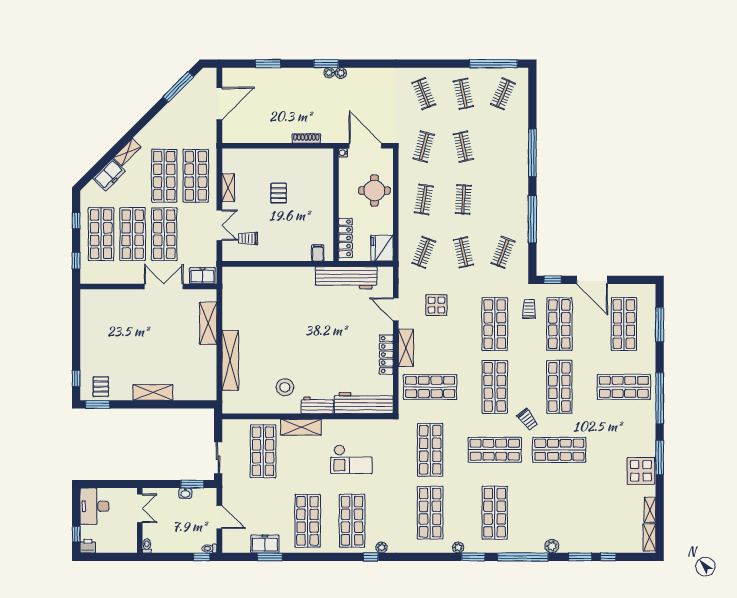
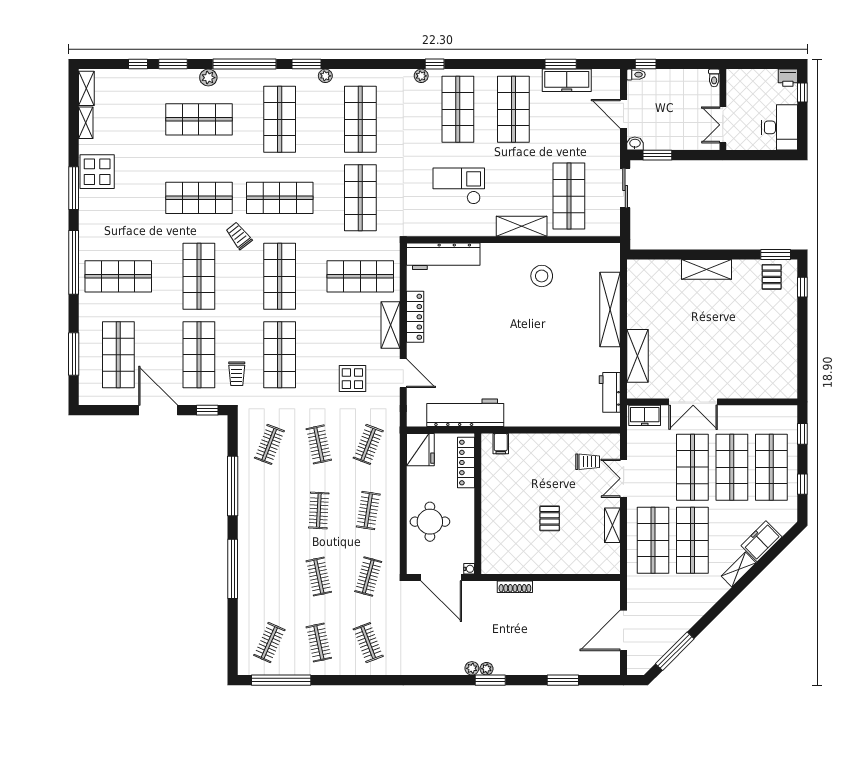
workbench: (317, 405) -> (610, 392), moved, turned 90
washbasin: (185, 493) -> (635, 144), moved
shop shelf: (559, 513) -> (199, 119), added
freezer: (265, 544) -> (567, 80), width x1.40

